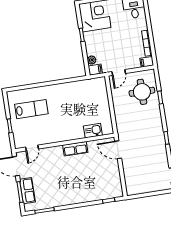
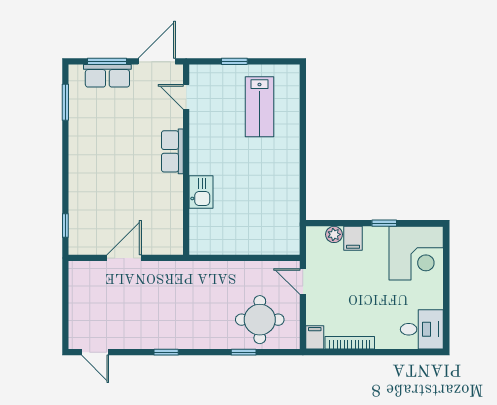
filing cabinet: (95, 70) -> (353, 238), moved
kitchen sink: (93, 131) -> (201, 192), moved
row of seats: (75, 149) -> (172, 151), moved
door: (118, 150) -> (124, 258), moved

